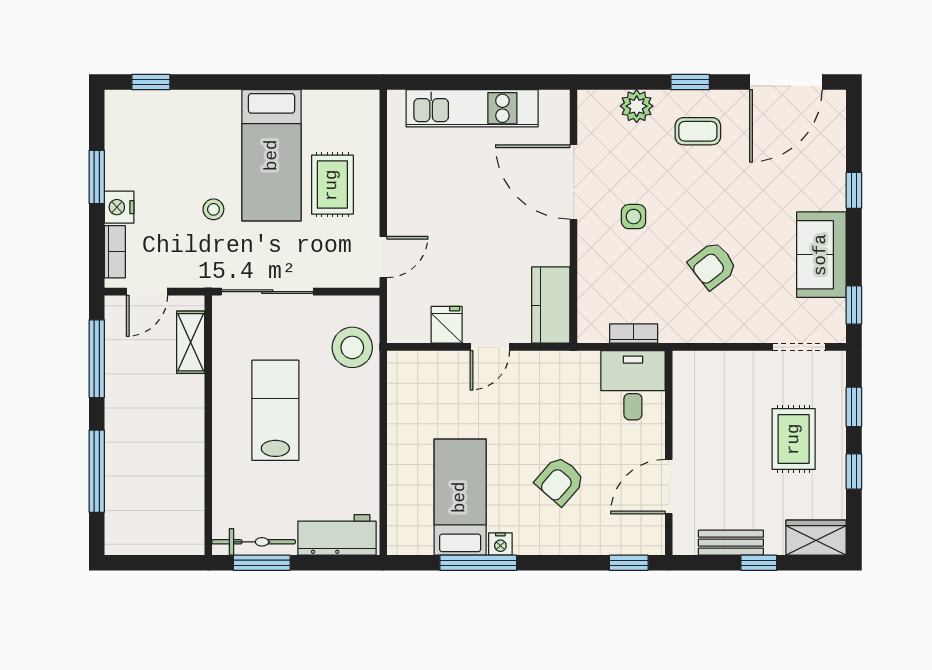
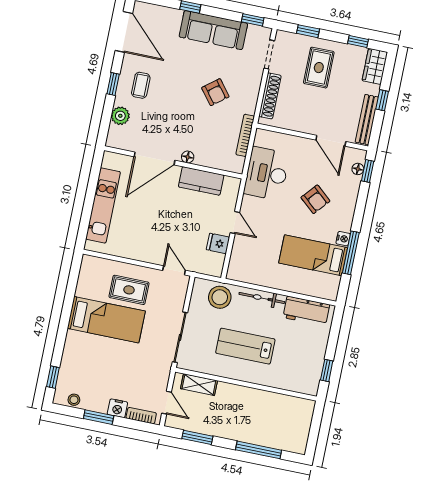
stool: (213, 209) -> (74, 400), moved
side table: (634, 217) -> (180, 130), removed
floor lamp: (588, 240) -> (188, 157), added
sofa: (821, 255) -> (213, 30), width x1.36
kitchen counter: (551, 305) -> (201, 181), moved
bookcase: (634, 334) -> (245, 135), width x1.56
window: (97, 359) -> (197, 437), width x0.69
shoe rack: (726, 363) -> (270, 96), added
desk: (633, 385) -> (267, 174), moved, width x1.37
rug: (794, 439) -> (319, 68), turned 90
window: (854, 472) -> (358, 41), moved
workbench: (337, 535) -> (306, 311), moved, turned -90
bicycle: (254, 542) -> (262, 298), moved, turned -90
bench: (731, 543) -> (367, 120), width x1.36
floor lamp: (629, 545) -> (358, 169), added
window: (262, 563) -> (327, 370), width x0.67

